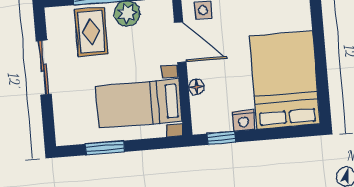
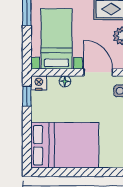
door: (180, 42) -> (98, 72), swing flipped
nightstand: (244, 120) -> (39, 83), moved, turned 90

